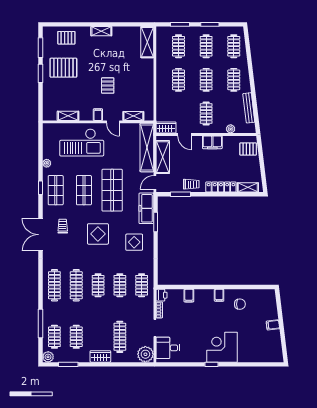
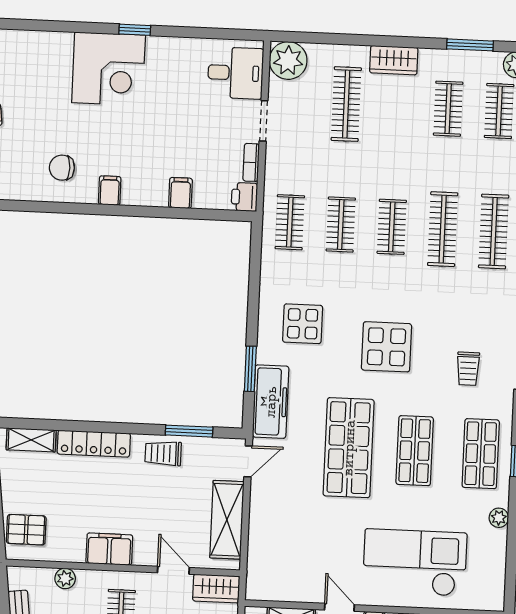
shelving: (147, 147) -> (263, 544), removed

